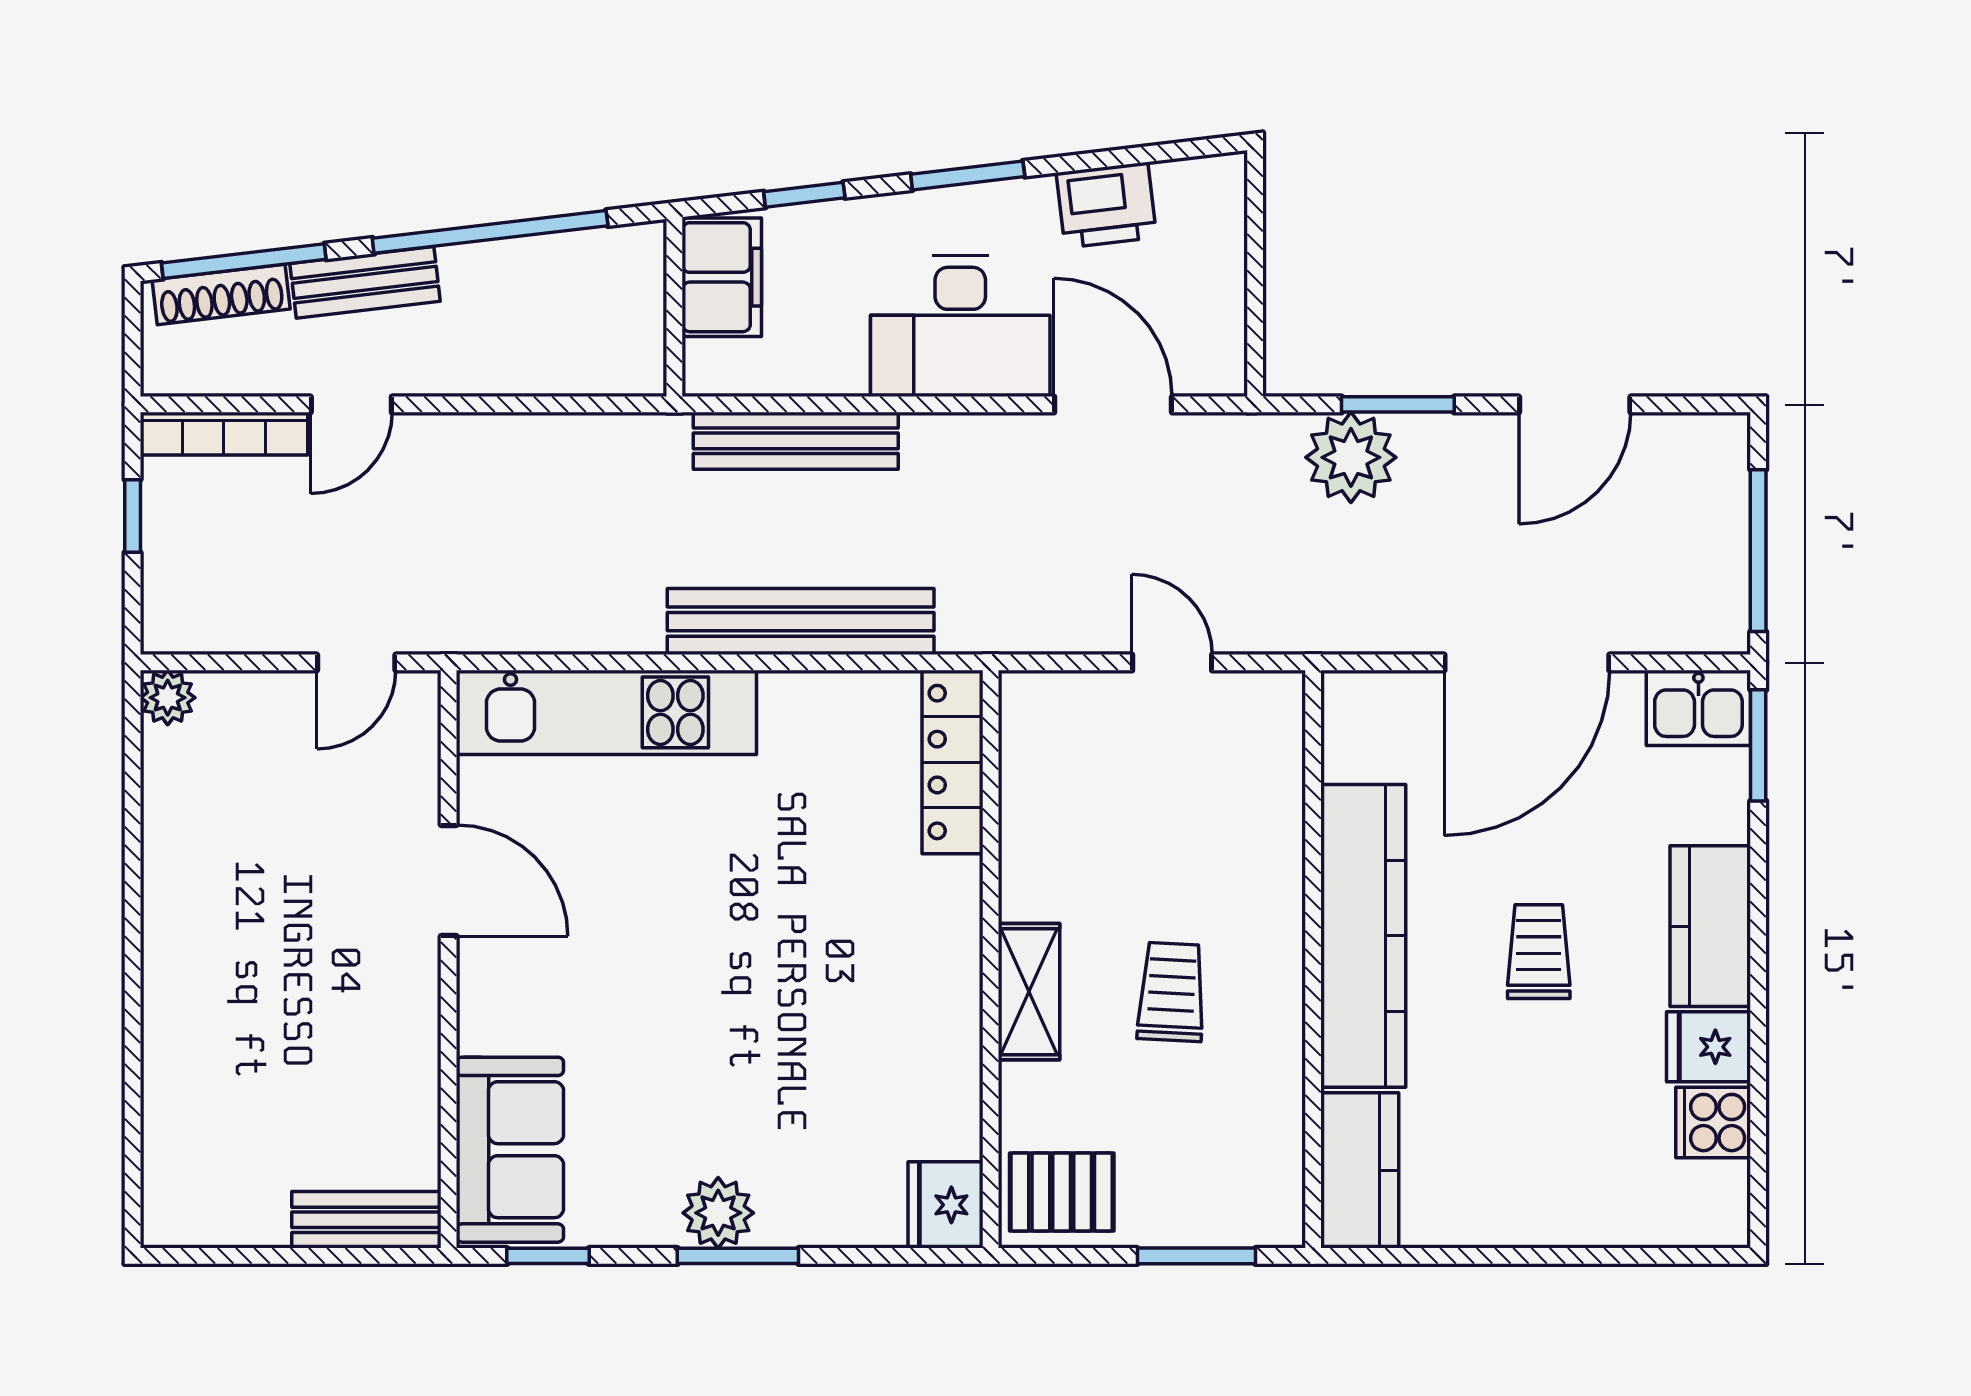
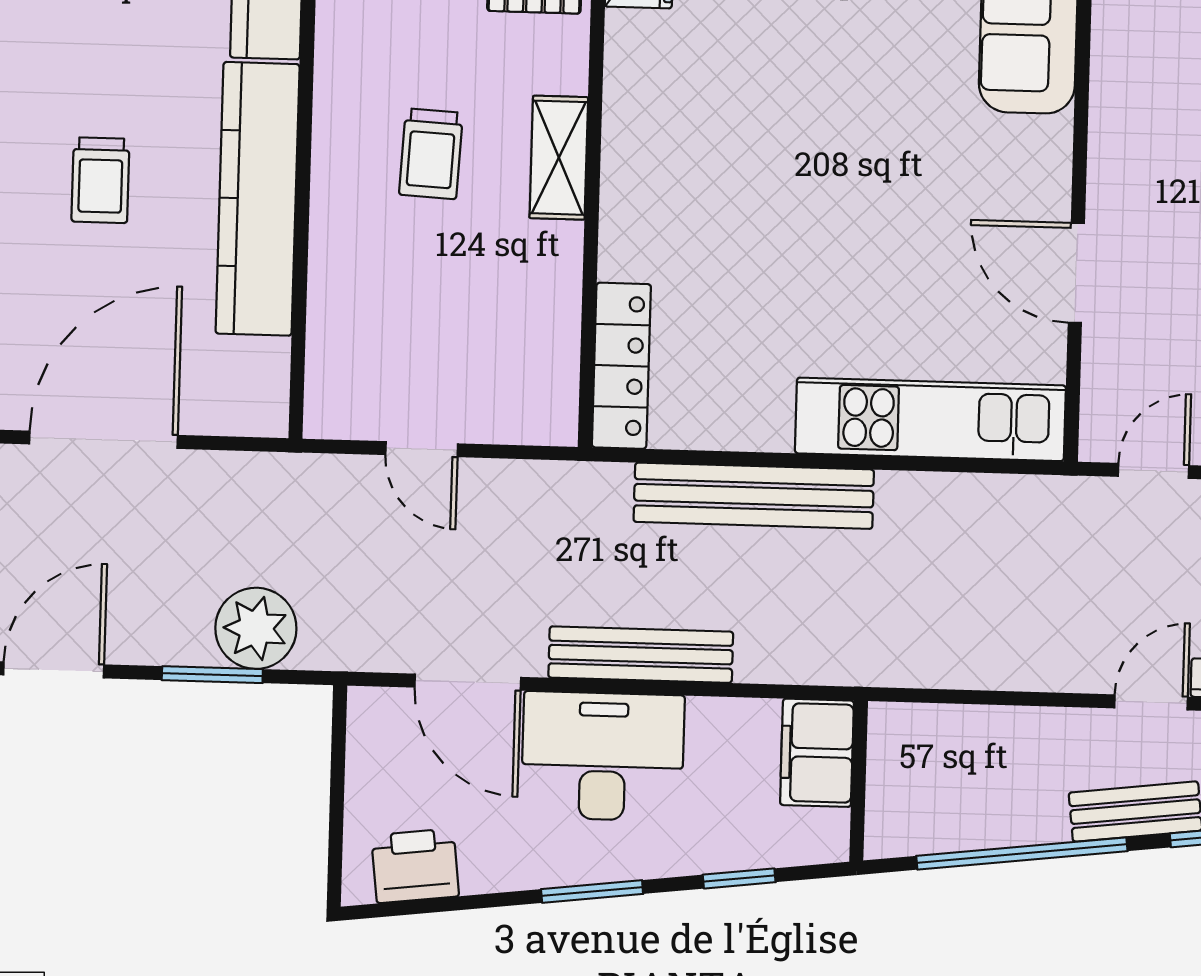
printer: (1106, 205) -> (415, 866), moved
filing cabinet: (722, 277) -> (817, 753), moved
bench: (796, 441) -> (641, 655), moved

